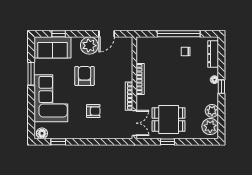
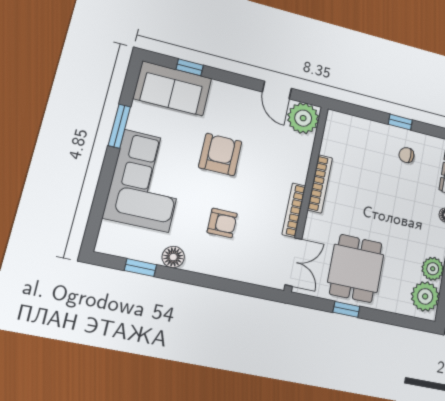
door: (107, 34) -> (277, 90), hinge flipped
window: (179, 34) -> (400, 122), width x0.32
plant: (89, 46) -> (303, 118), moved
dining table: (169, 120) -> (356, 268), turned 90
floor lamp: (42, 133) -> (173, 257), moved

